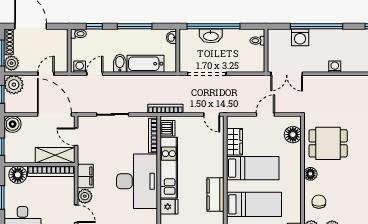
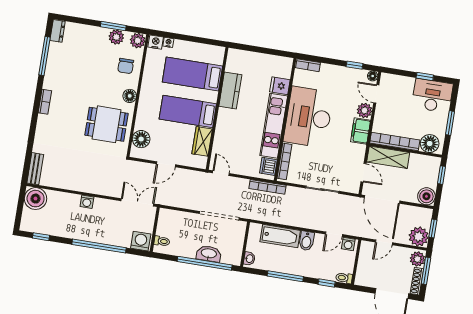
washing machine: (300, 37) -> (141, 241), moved

